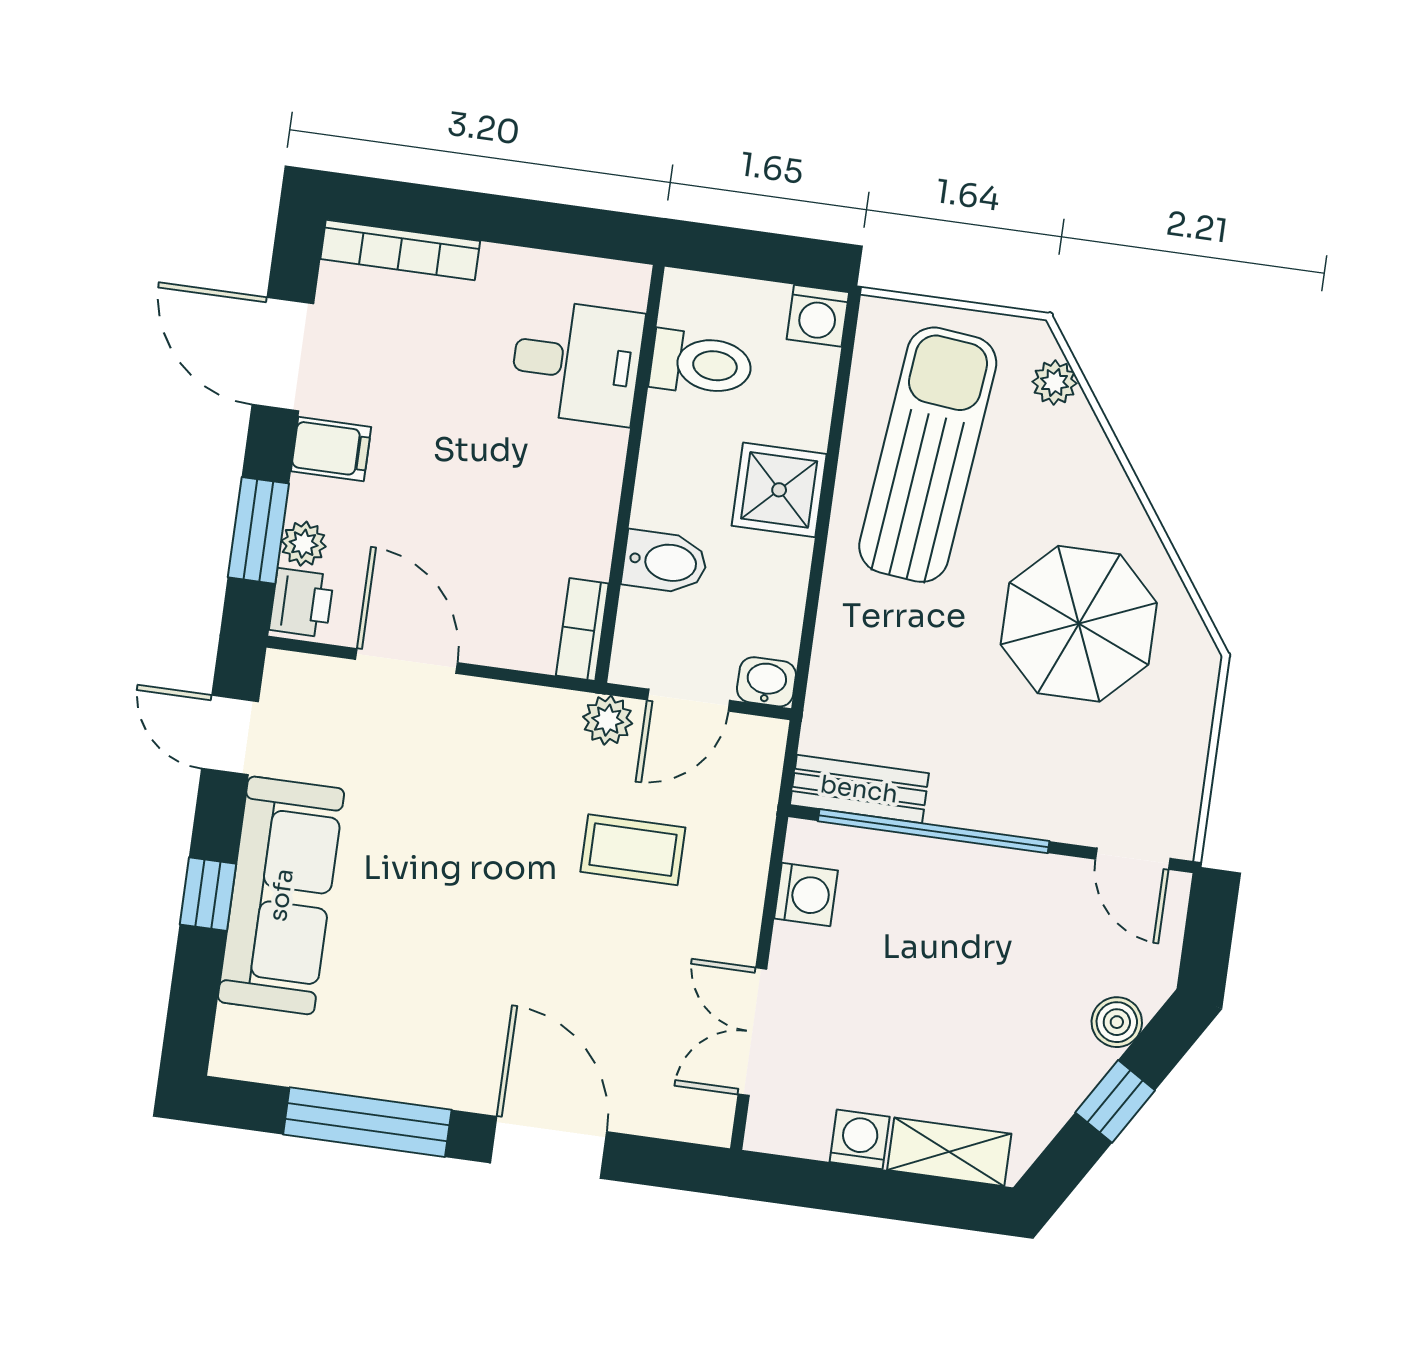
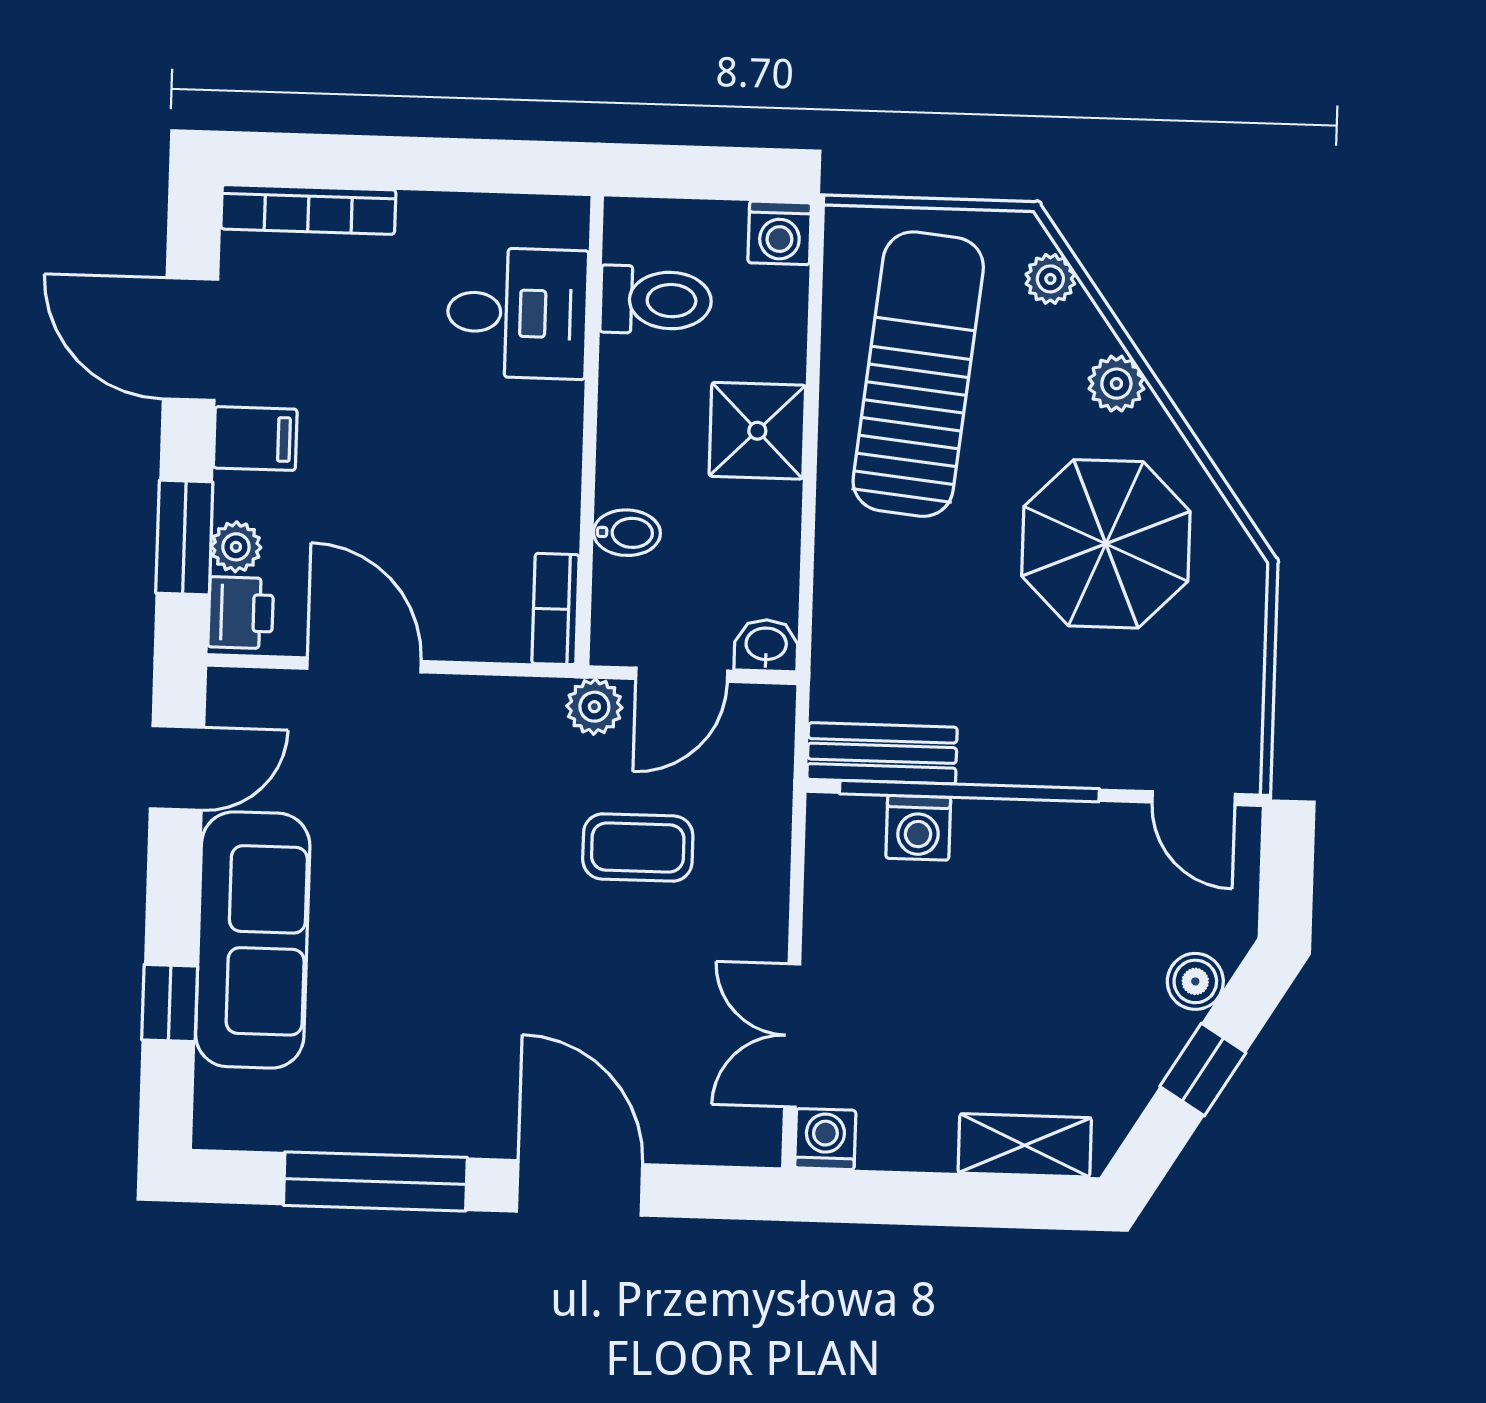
plant: (1103, 482) -> (1116, 384), added
bidet: (665, 562) -> (627, 533), width x0.72, depth x0.74
door: (230, 735) -> (177, 768), swing flipped
window: (208, 894) -> (170, 1003), moved
washing machine: (806, 895) -> (918, 828), moved, turned 90
washing machine: (860, 1139) -> (825, 1139), moved

